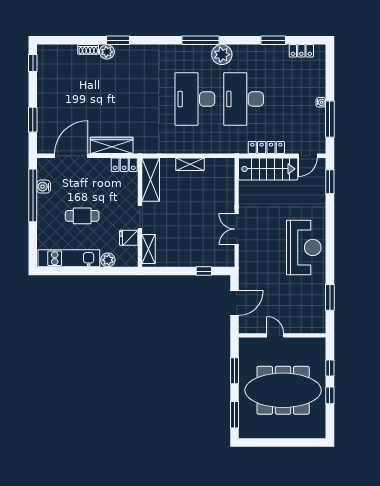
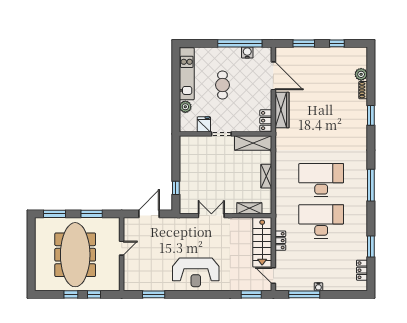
plant: (107, 52) -> (361, 74), moved
plant: (222, 55) -> (359, 203), removed
window: (33, 63) -> (337, 43), moved
locker: (266, 147) -> (280, 241), width x0.66
shelving: (149, 249) -> (249, 208), moved
door: (235, 303) -> (149, 214), swing flipped

